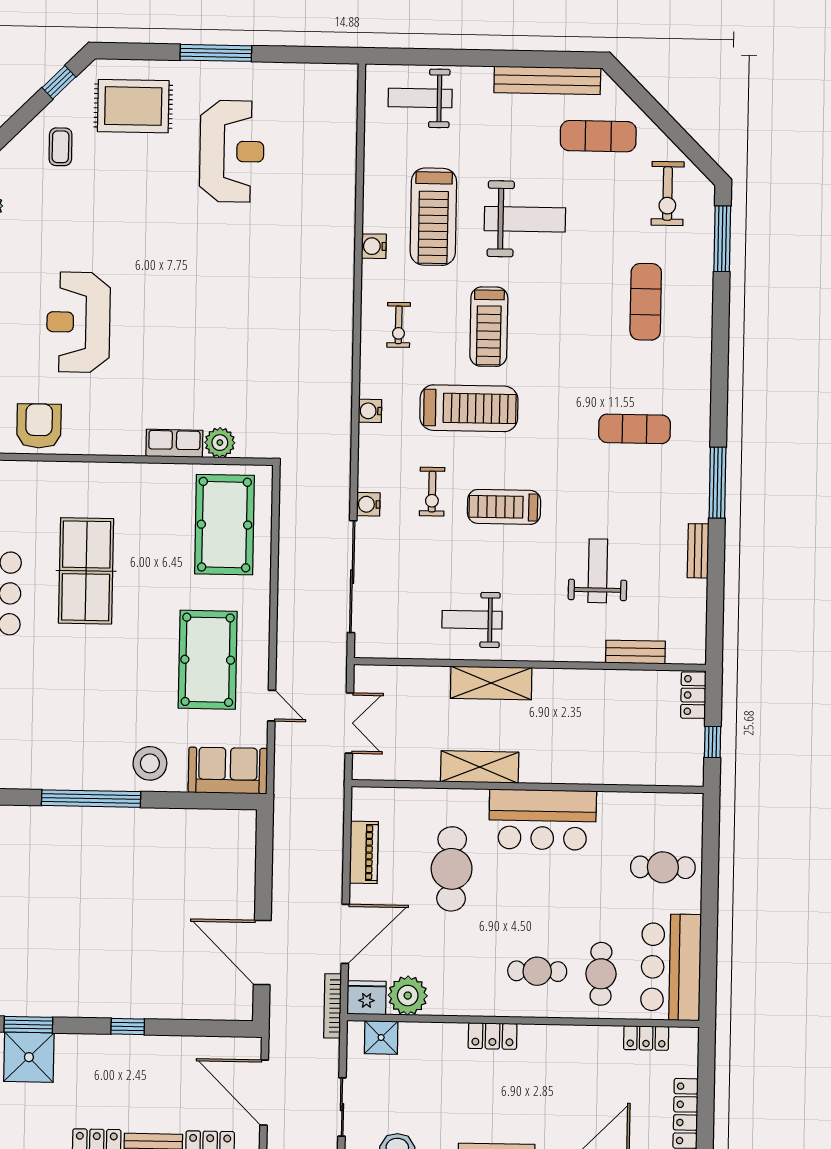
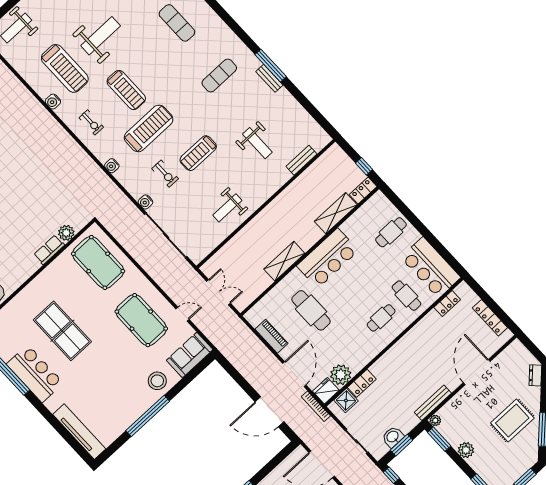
bench: (698, 551) -> (269, 78), moved
weight bench: (598, 571) -> (257, 143), turned 180
shelving: (491, 683) -> (336, 213), moved
locker: (693, 695) -> (363, 191), moved, turned 90
locker: (493, 1036) -> (362, 383), moved

